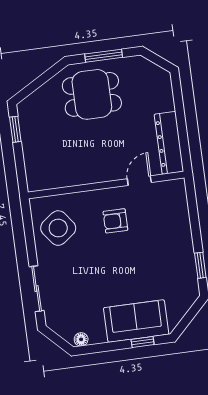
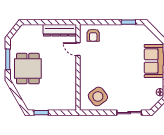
armchair: (115, 221) -> (93, 35), moved

